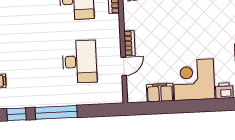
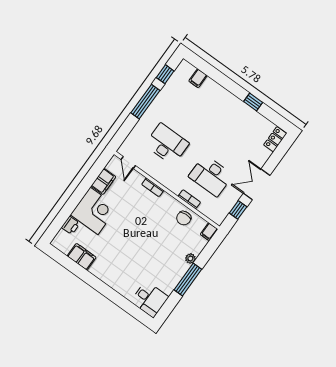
desk: (79, 62) -> (167, 144), turned 180
door: (124, 66) -> (128, 162), moved

